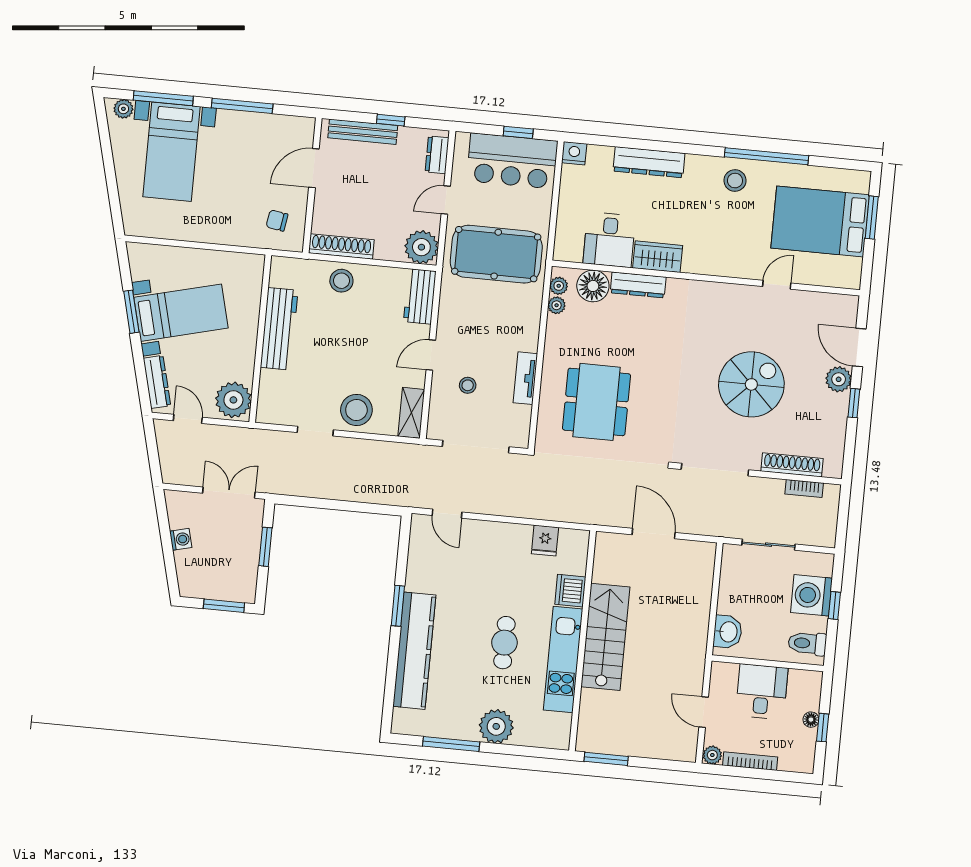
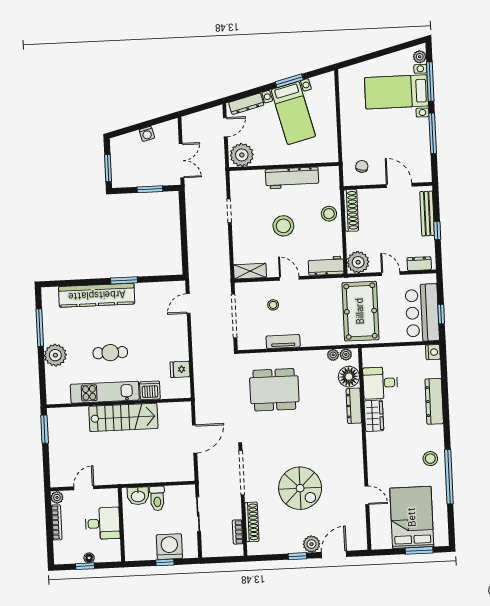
stool: (356, 410) -> (283, 226), moved
toilet: (807, 643) -> (157, 498), moved, turned 180

